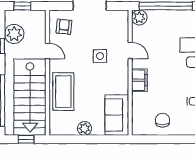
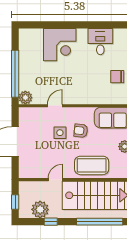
armchair: (64, 27) -> (81, 131), moved
filing cabinet: (139, 80) -> (82, 97), removed

